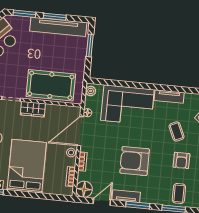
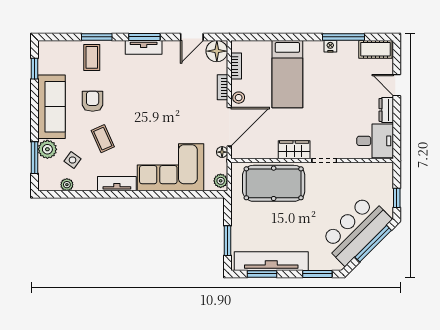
window: (55, 17) -> (262, 274), moved
armchair: (135, 161) -> (154, 95), removed
bed: (27, 166) -> (287, 74), width x0.67
tv unit: (126, 196) -> (144, 47), moved

